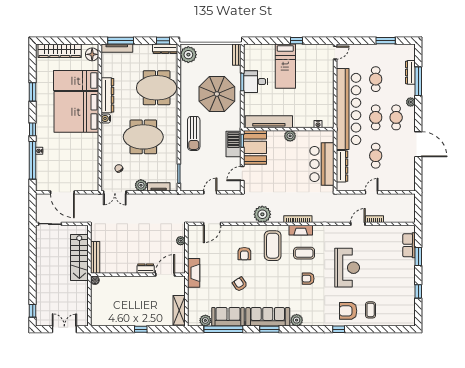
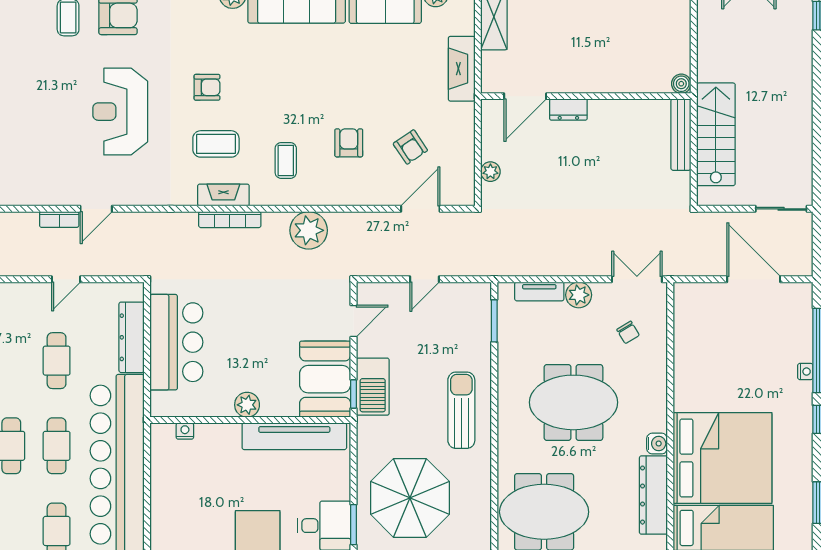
coffee table: (273, 246) -> (286, 160), width x0.54, depth x0.58
fireplace: (194, 273) -> (462, 69), moved
armchair: (240, 284) -> (410, 147), moved

